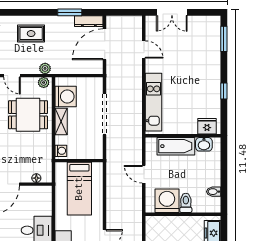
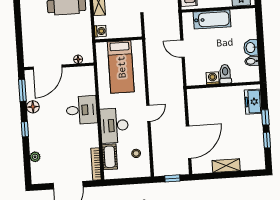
washbasin: (204, 144) -> (251, 48), moved, turned 90
washing machine: (167, 201) -> (213, 78), width x0.53, depth x0.53

